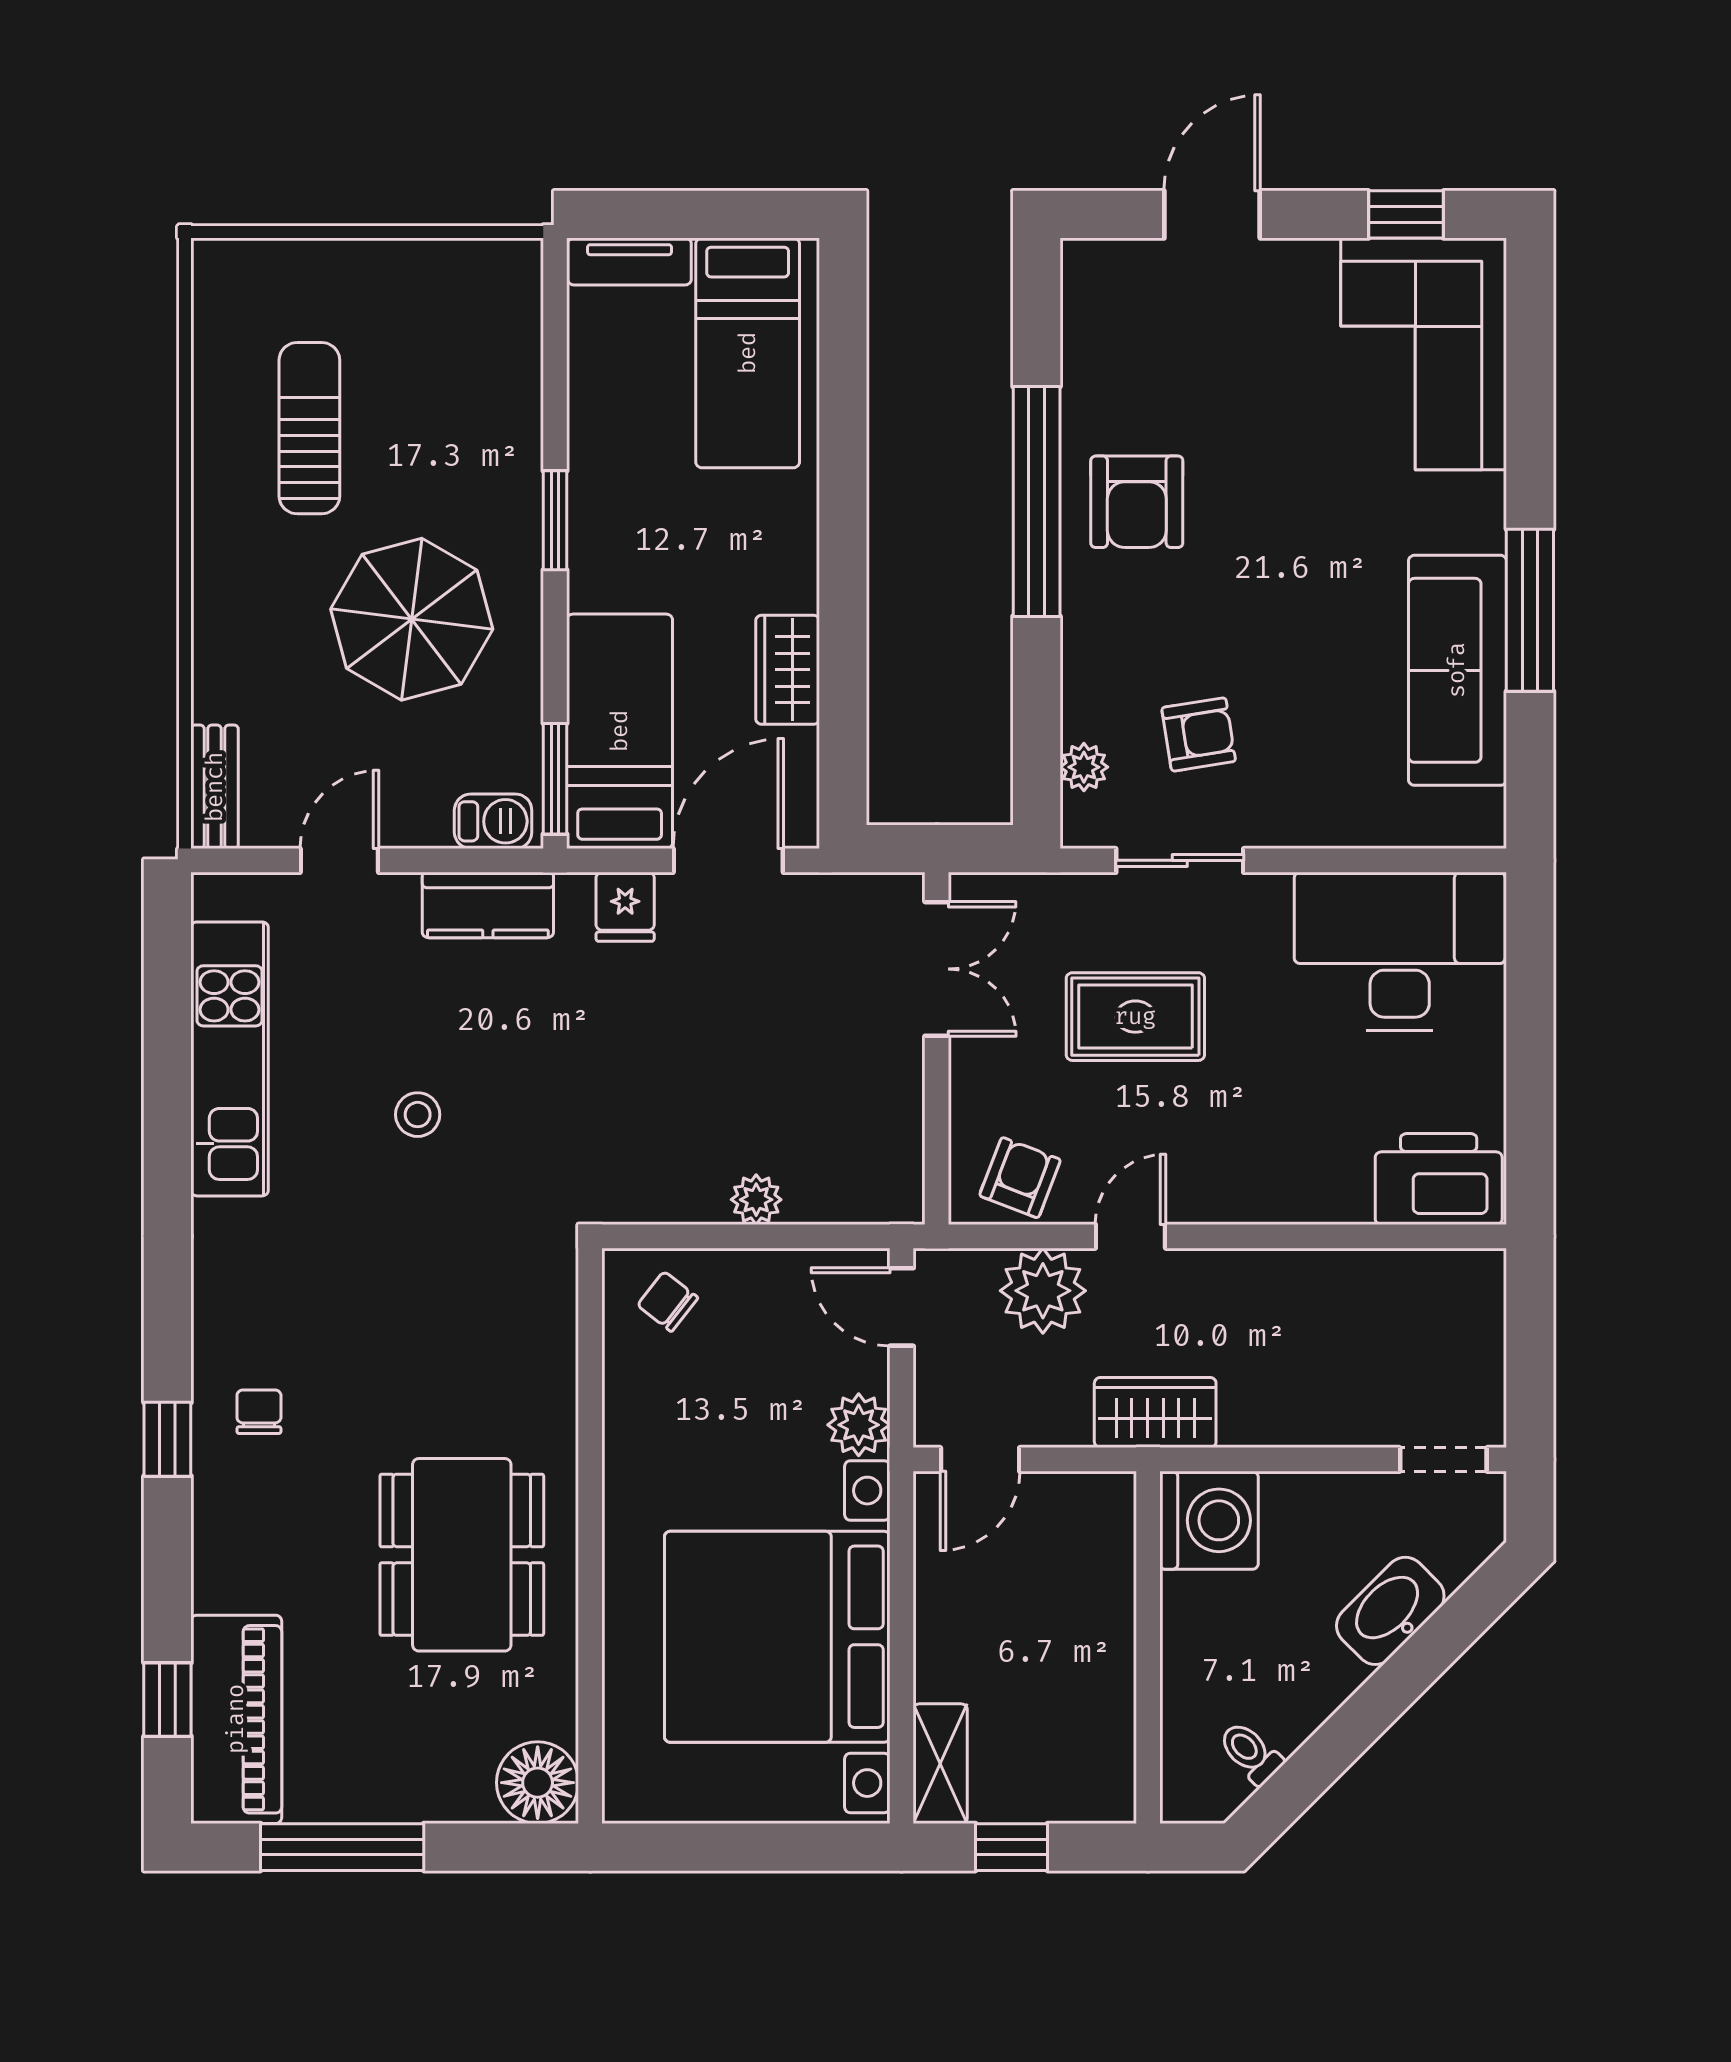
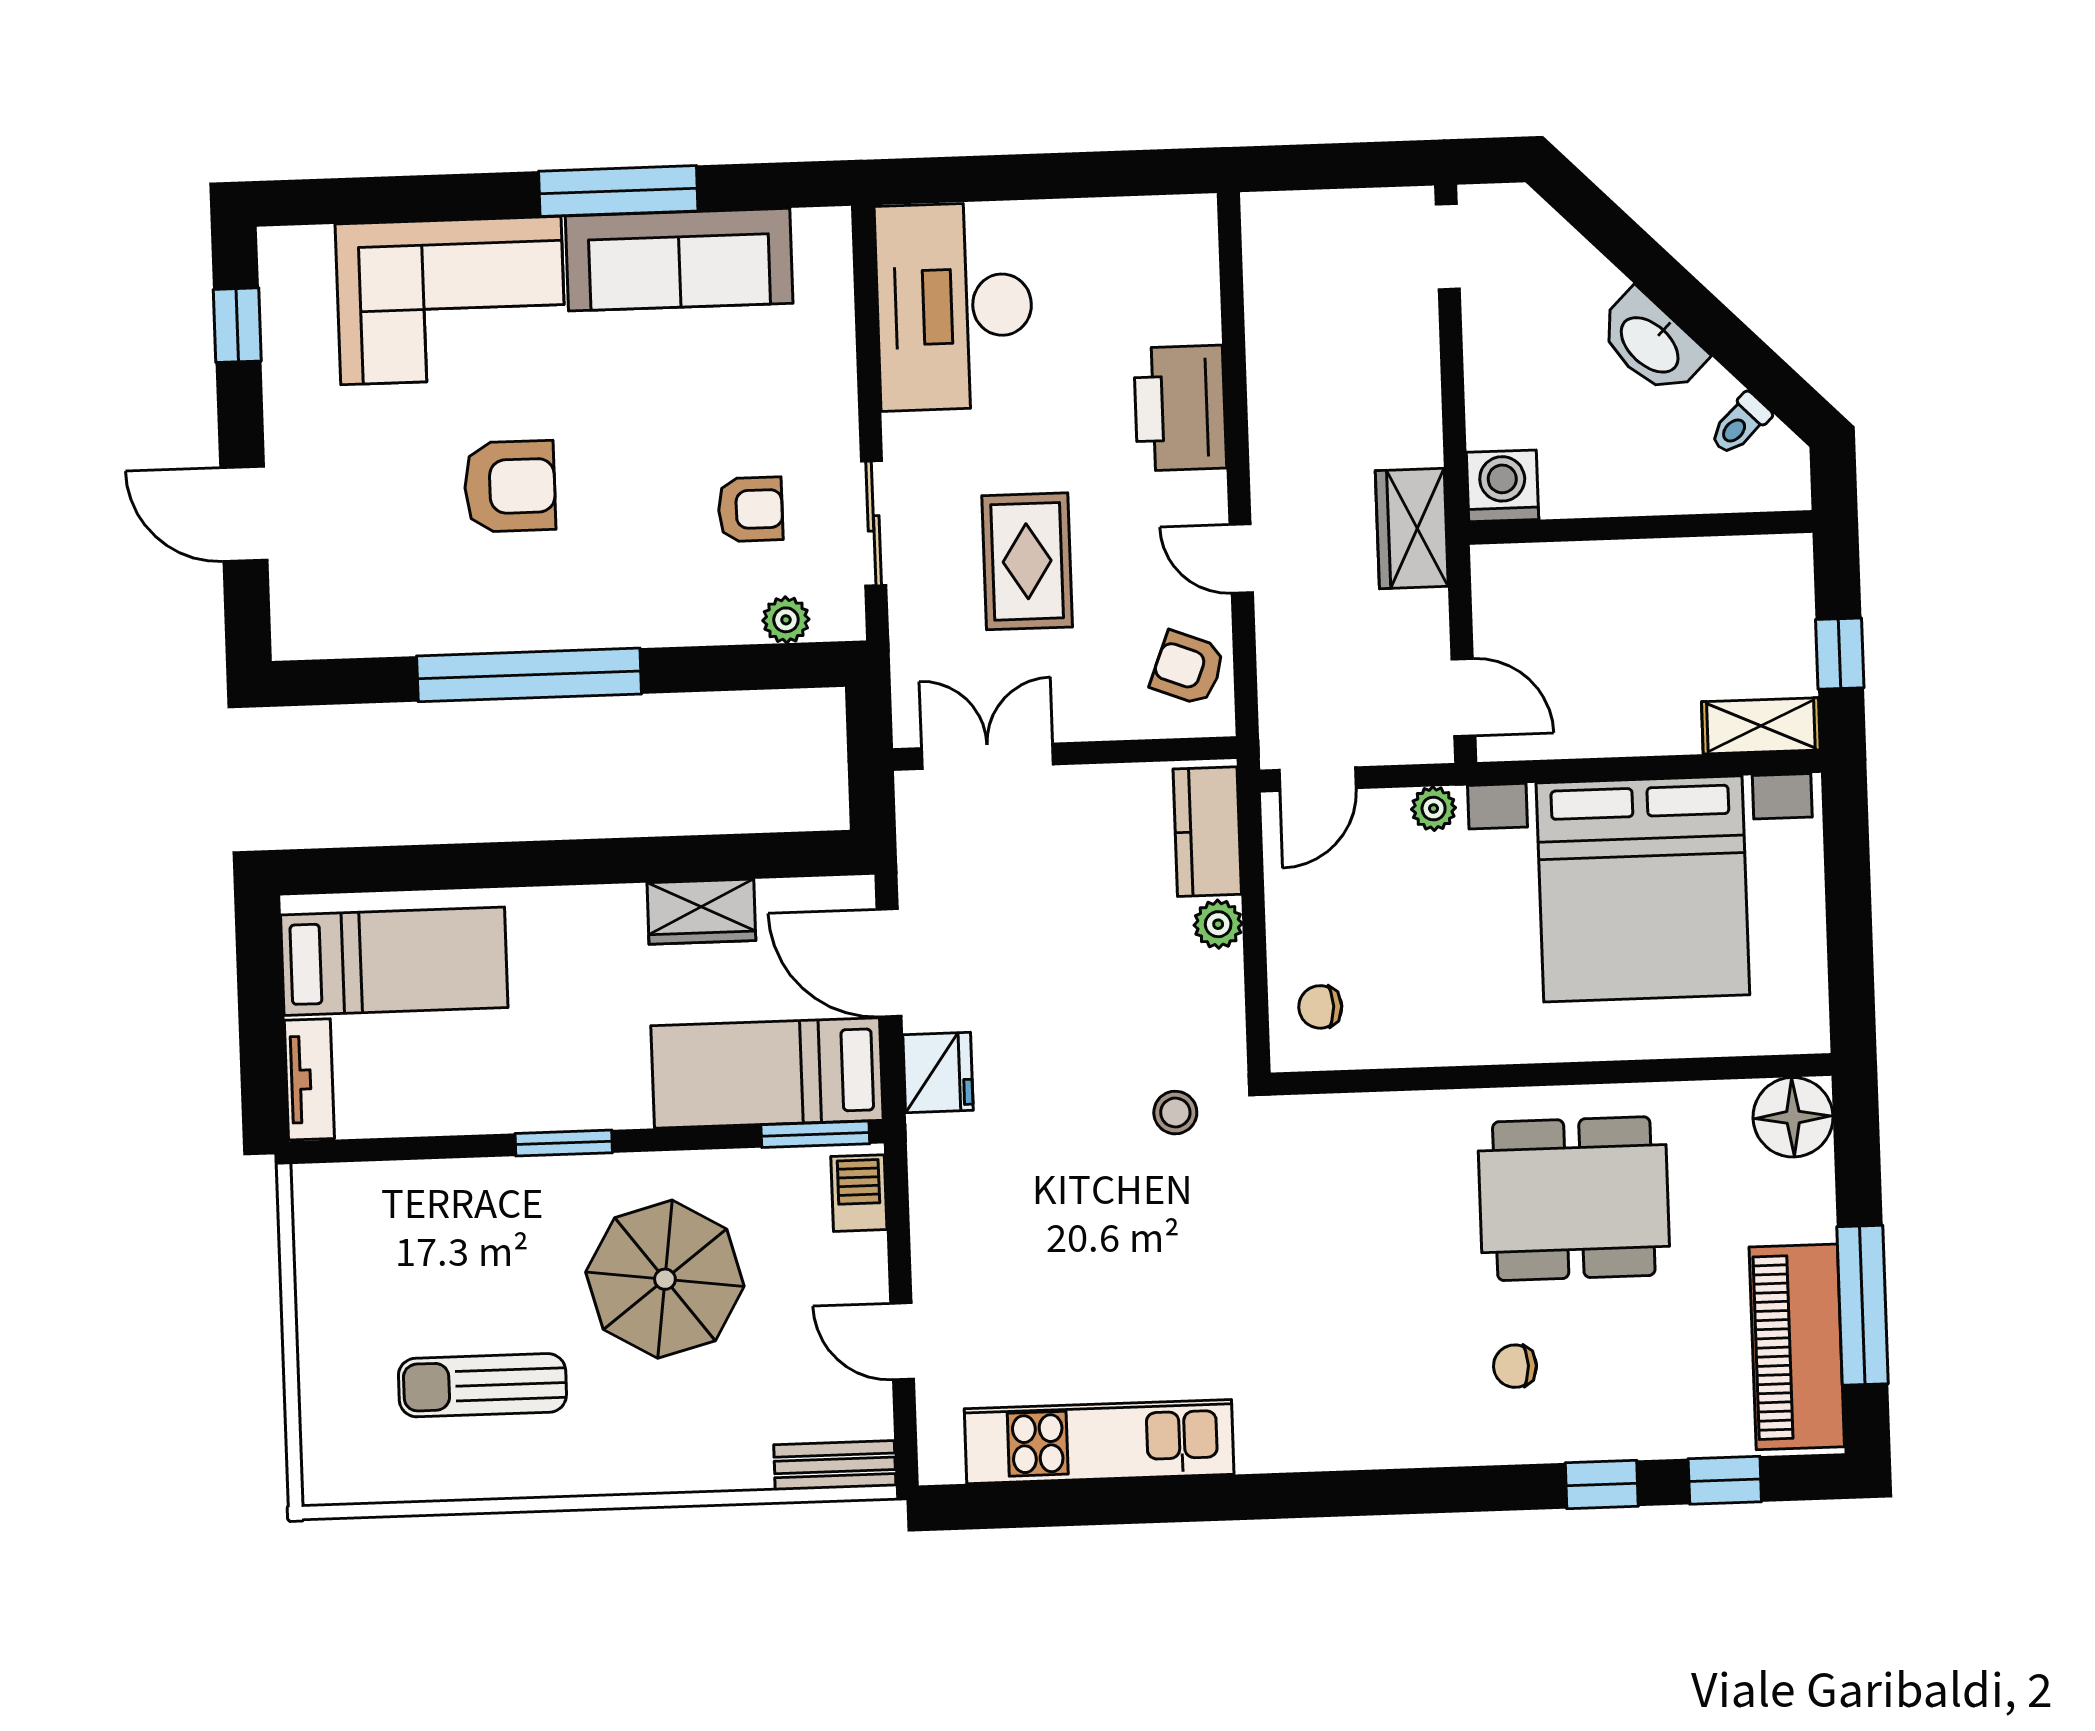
corner sofa: (1424, 354) -> (451, 300), moved
armchair: (1137, 502) -> (510, 486), moved
armchair: (1199, 734) -> (750, 509), turned 99
kitchen counter: (488, 905) -> (1207, 832), moved, turned 180
fridge: (625, 907) -> (938, 1073), width x1.38
stool: (418, 1115) -> (1175, 1113), moved
printer: (1439, 1179) -> (1180, 408), moved
plant: (1043, 1291) -> (1297, 642), removed
chair: (668, 1301) -> (1320, 1007), turned 52
chair: (259, 1412) -> (1515, 1366), moved
plant: (859, 1425) -> (1434, 809), width x0.73, depth x0.73
window: (167, 1439) -> (1602, 1485), moved
washing machine: (1209, 1520) -> (1502, 486), width x0.73, depth x0.73
washbasin: (1390, 1611) -> (1651, 343), moved
piano: (236, 1719) -> (1797, 1347), moved, turned -90

